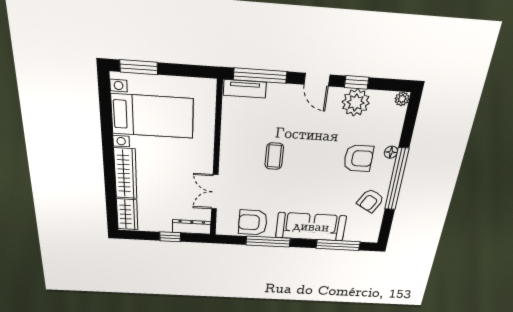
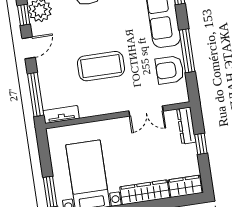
tv unit: (245, 89) -> (61, 115), moved, turned -90
coffee table: (274, 156) -> (101, 66), width x1.86, depth x1.72
armchair: (253, 222) -> (170, 70), turned 90

